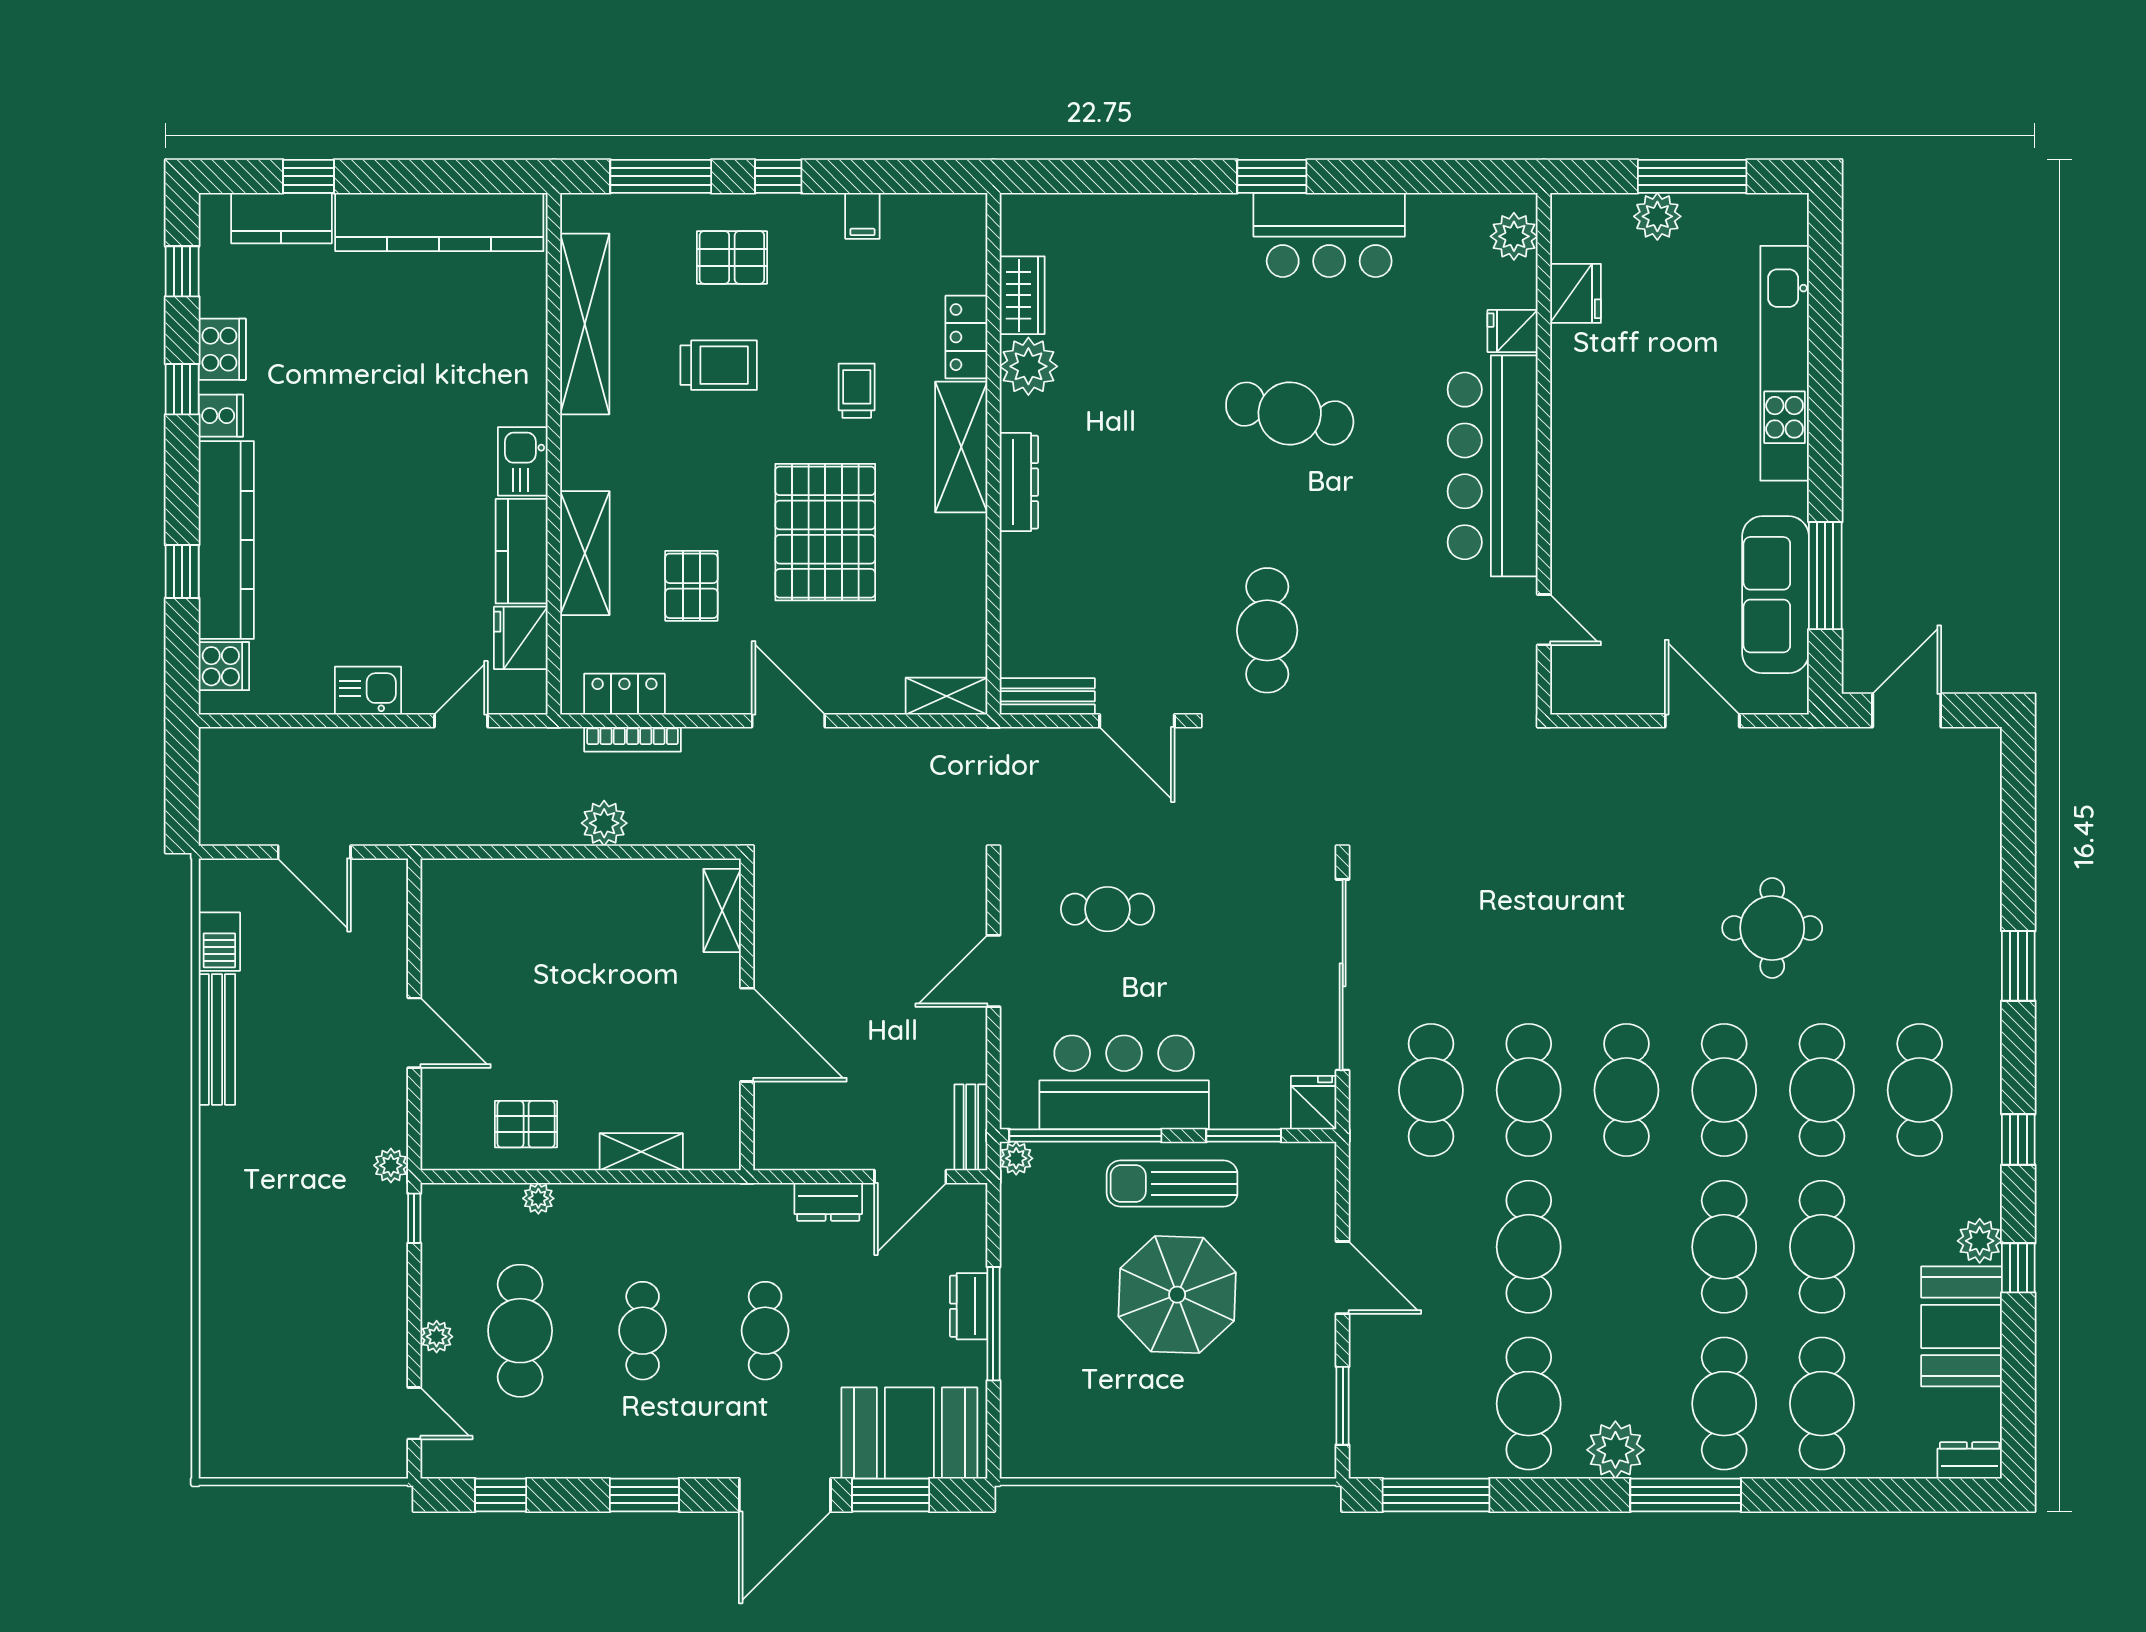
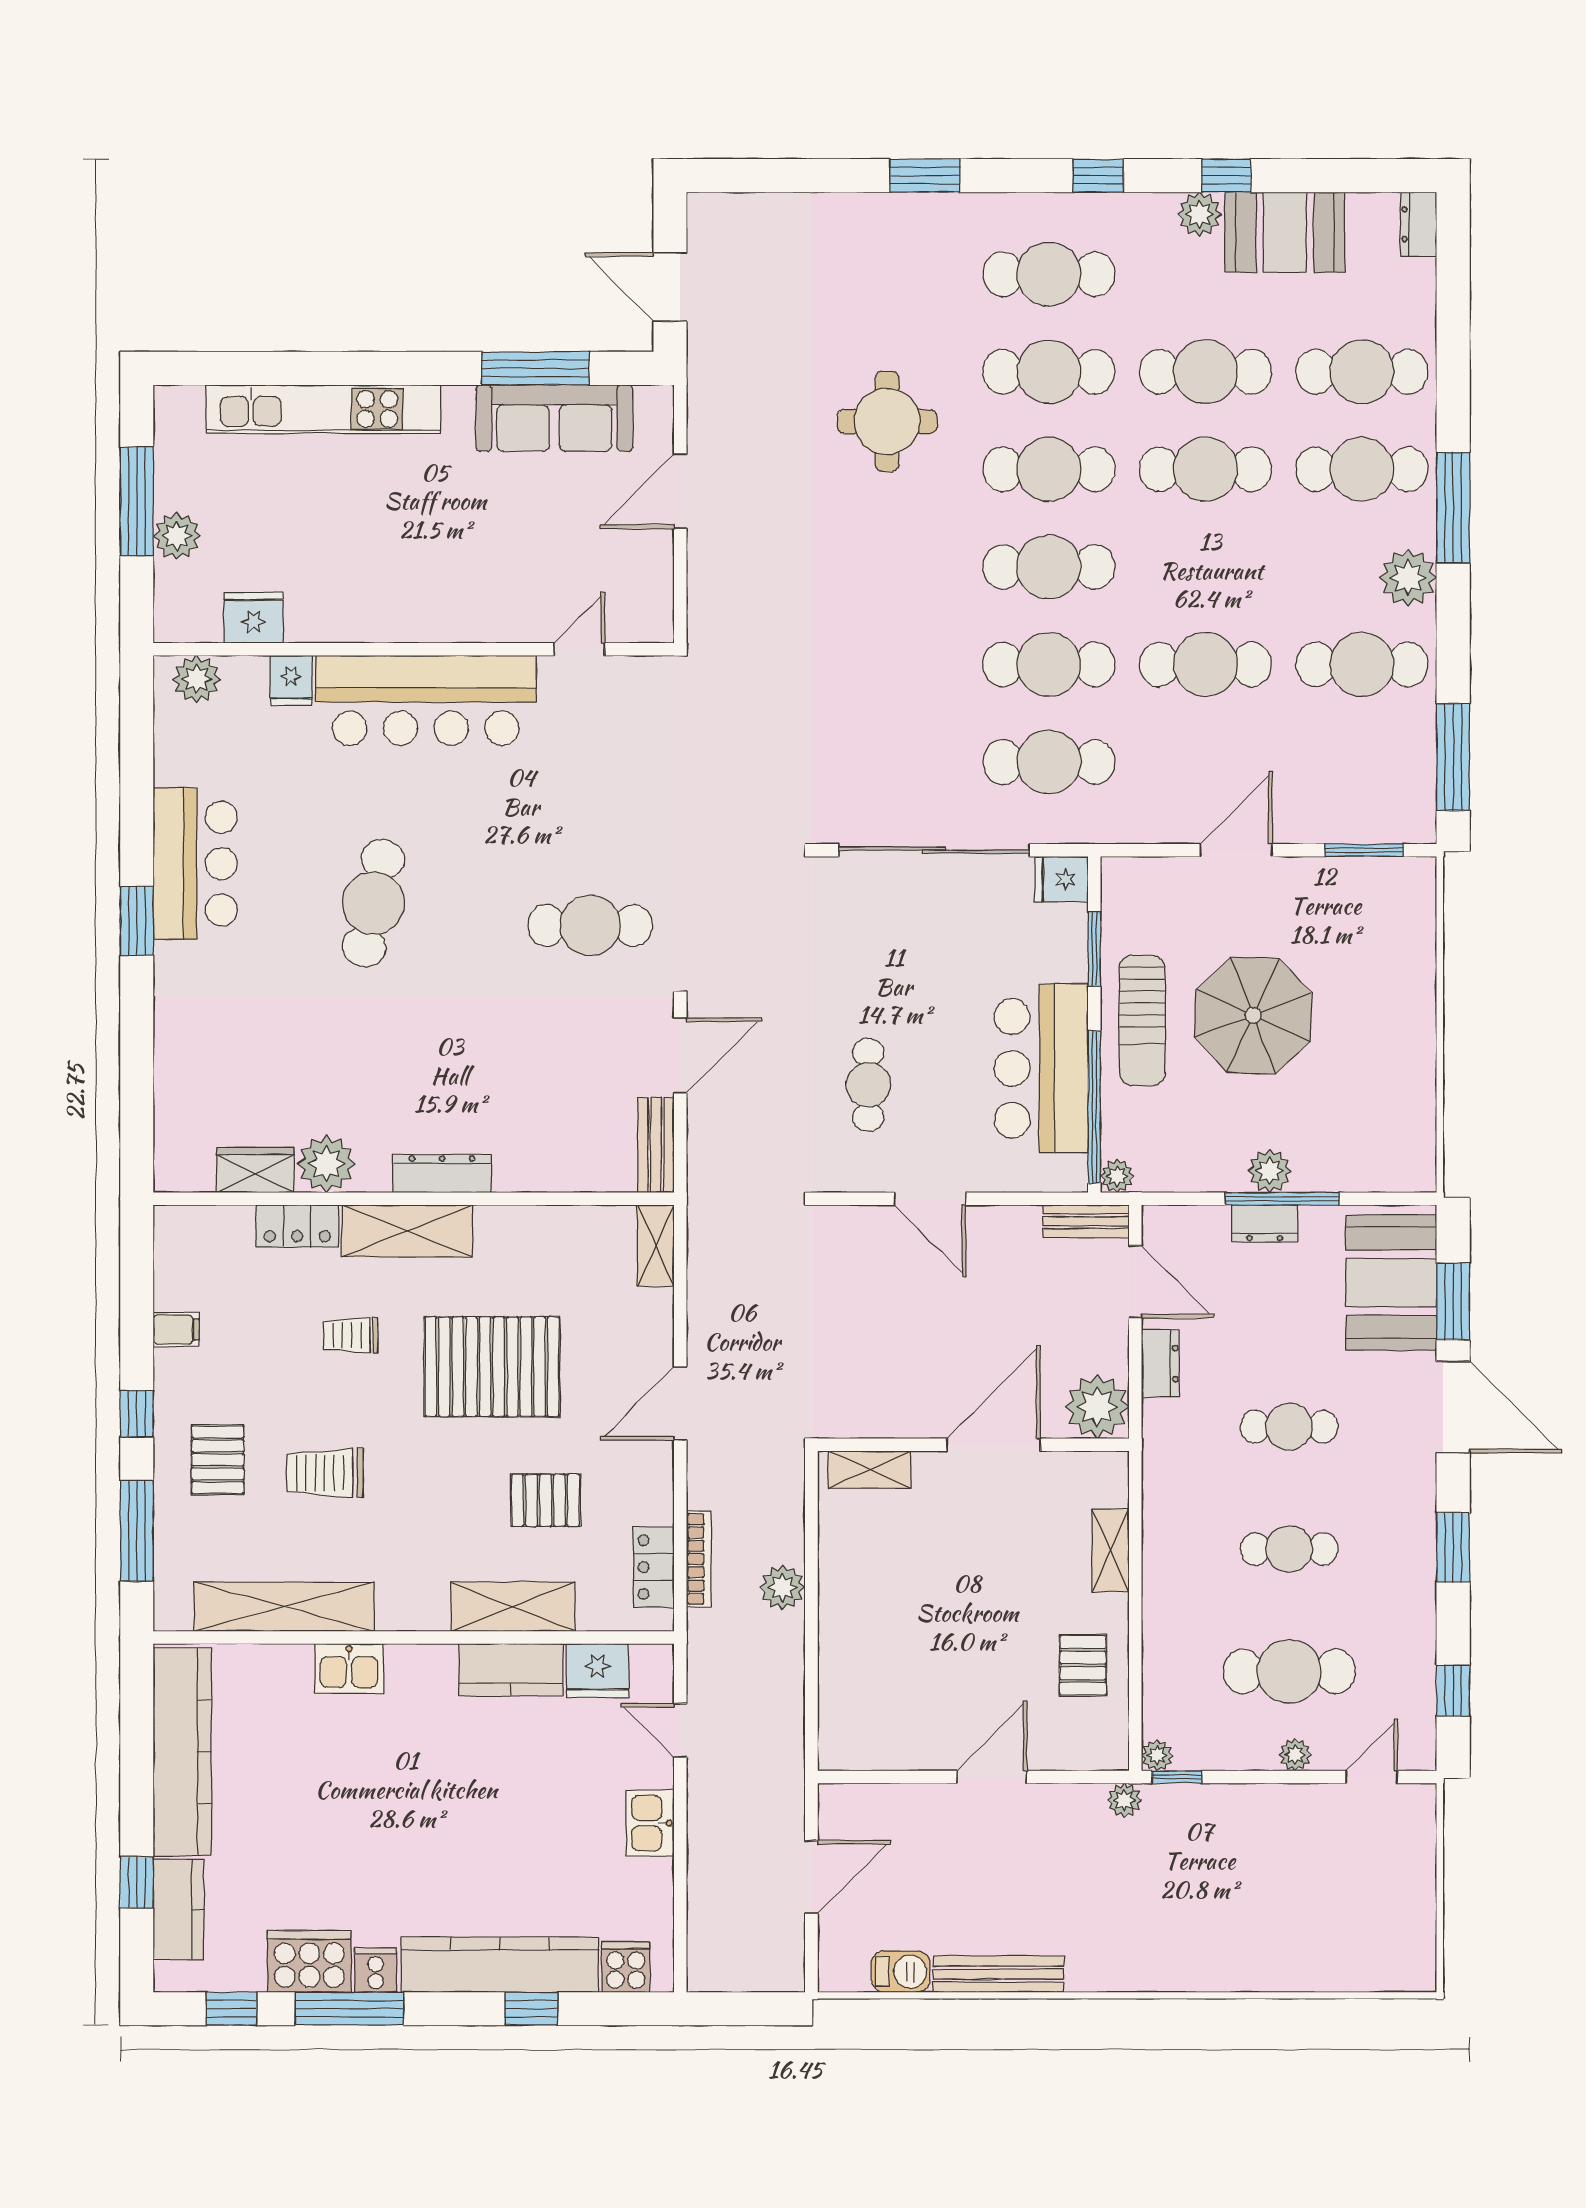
cooker: (222, 349) -> (309, 1961), width x1.37, depth x1.31
trolley: (719, 365) -> (325, 1473), turned -90
window: (182, 389) -> (349, 2009), width x2.17
kitchen sink: (523, 461) -> (349, 1669), moved
plant: (785, 1138) -> (1097, 1407), added
plant: (538, 1198) -> (1157, 1755), moved
plant: (1021, 1311) -> (1270, 1171), added

